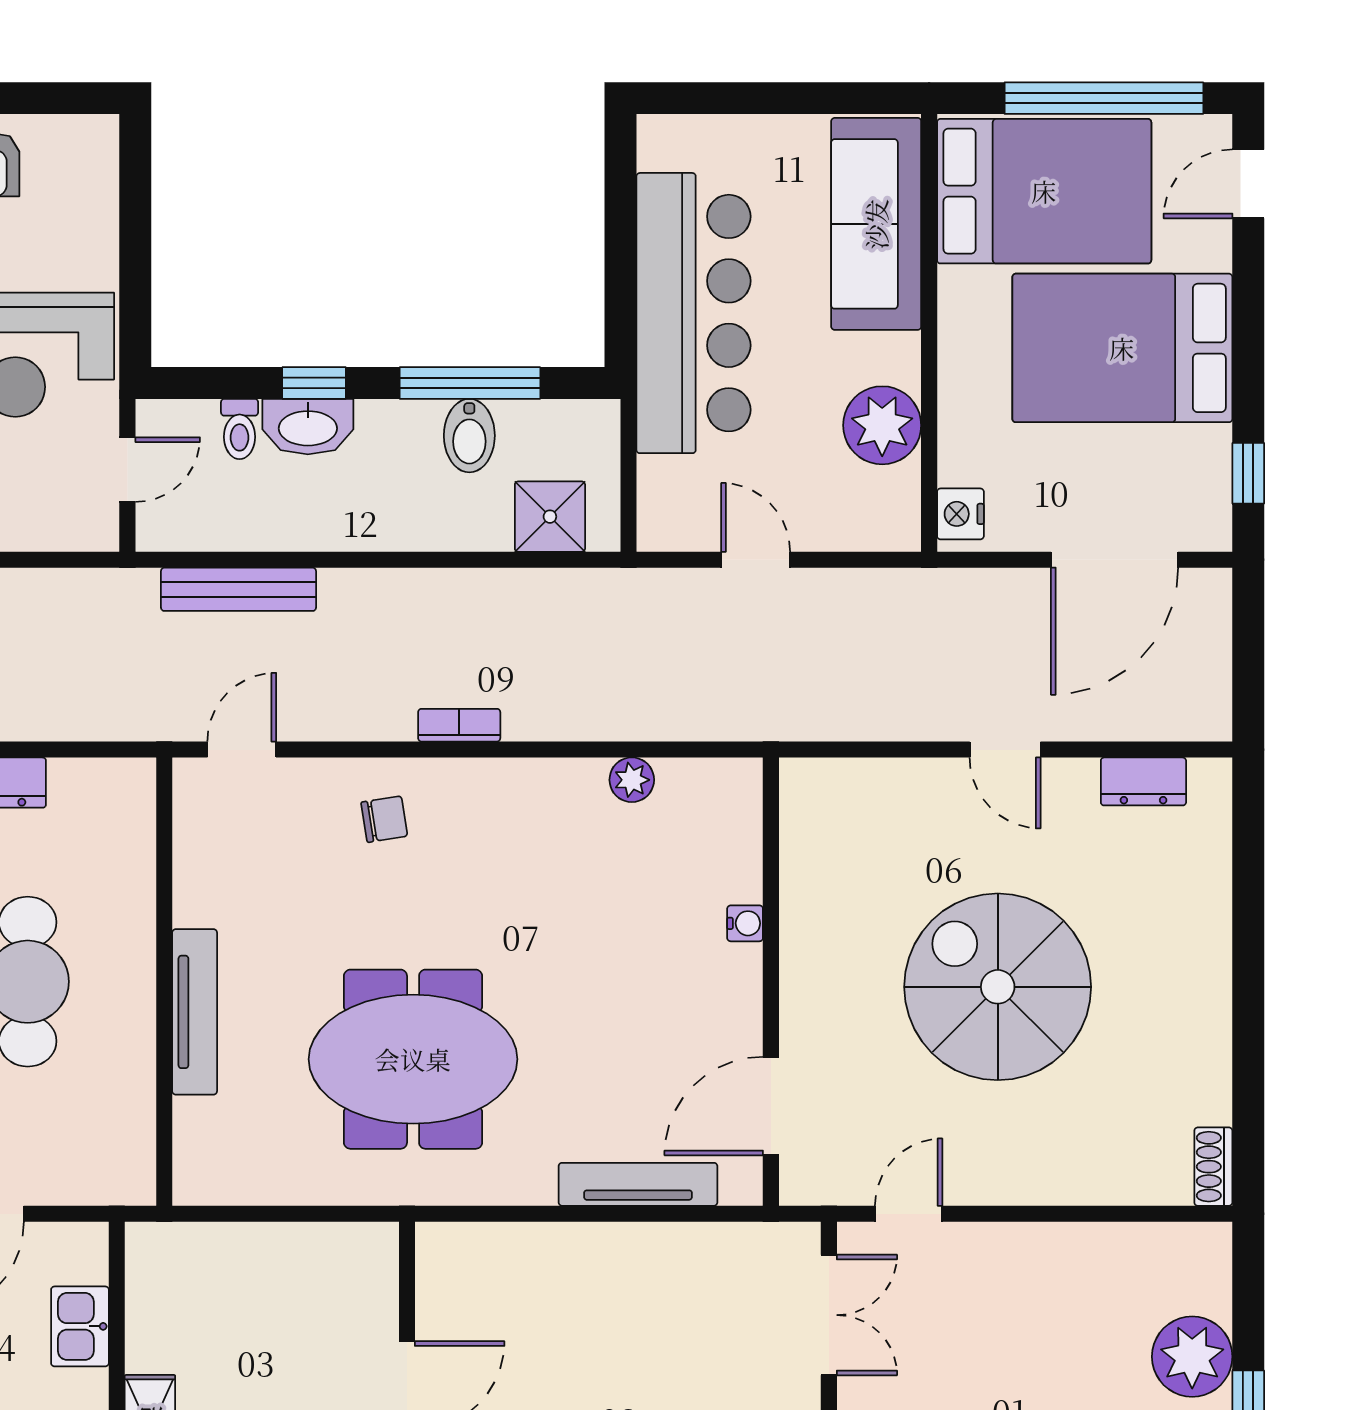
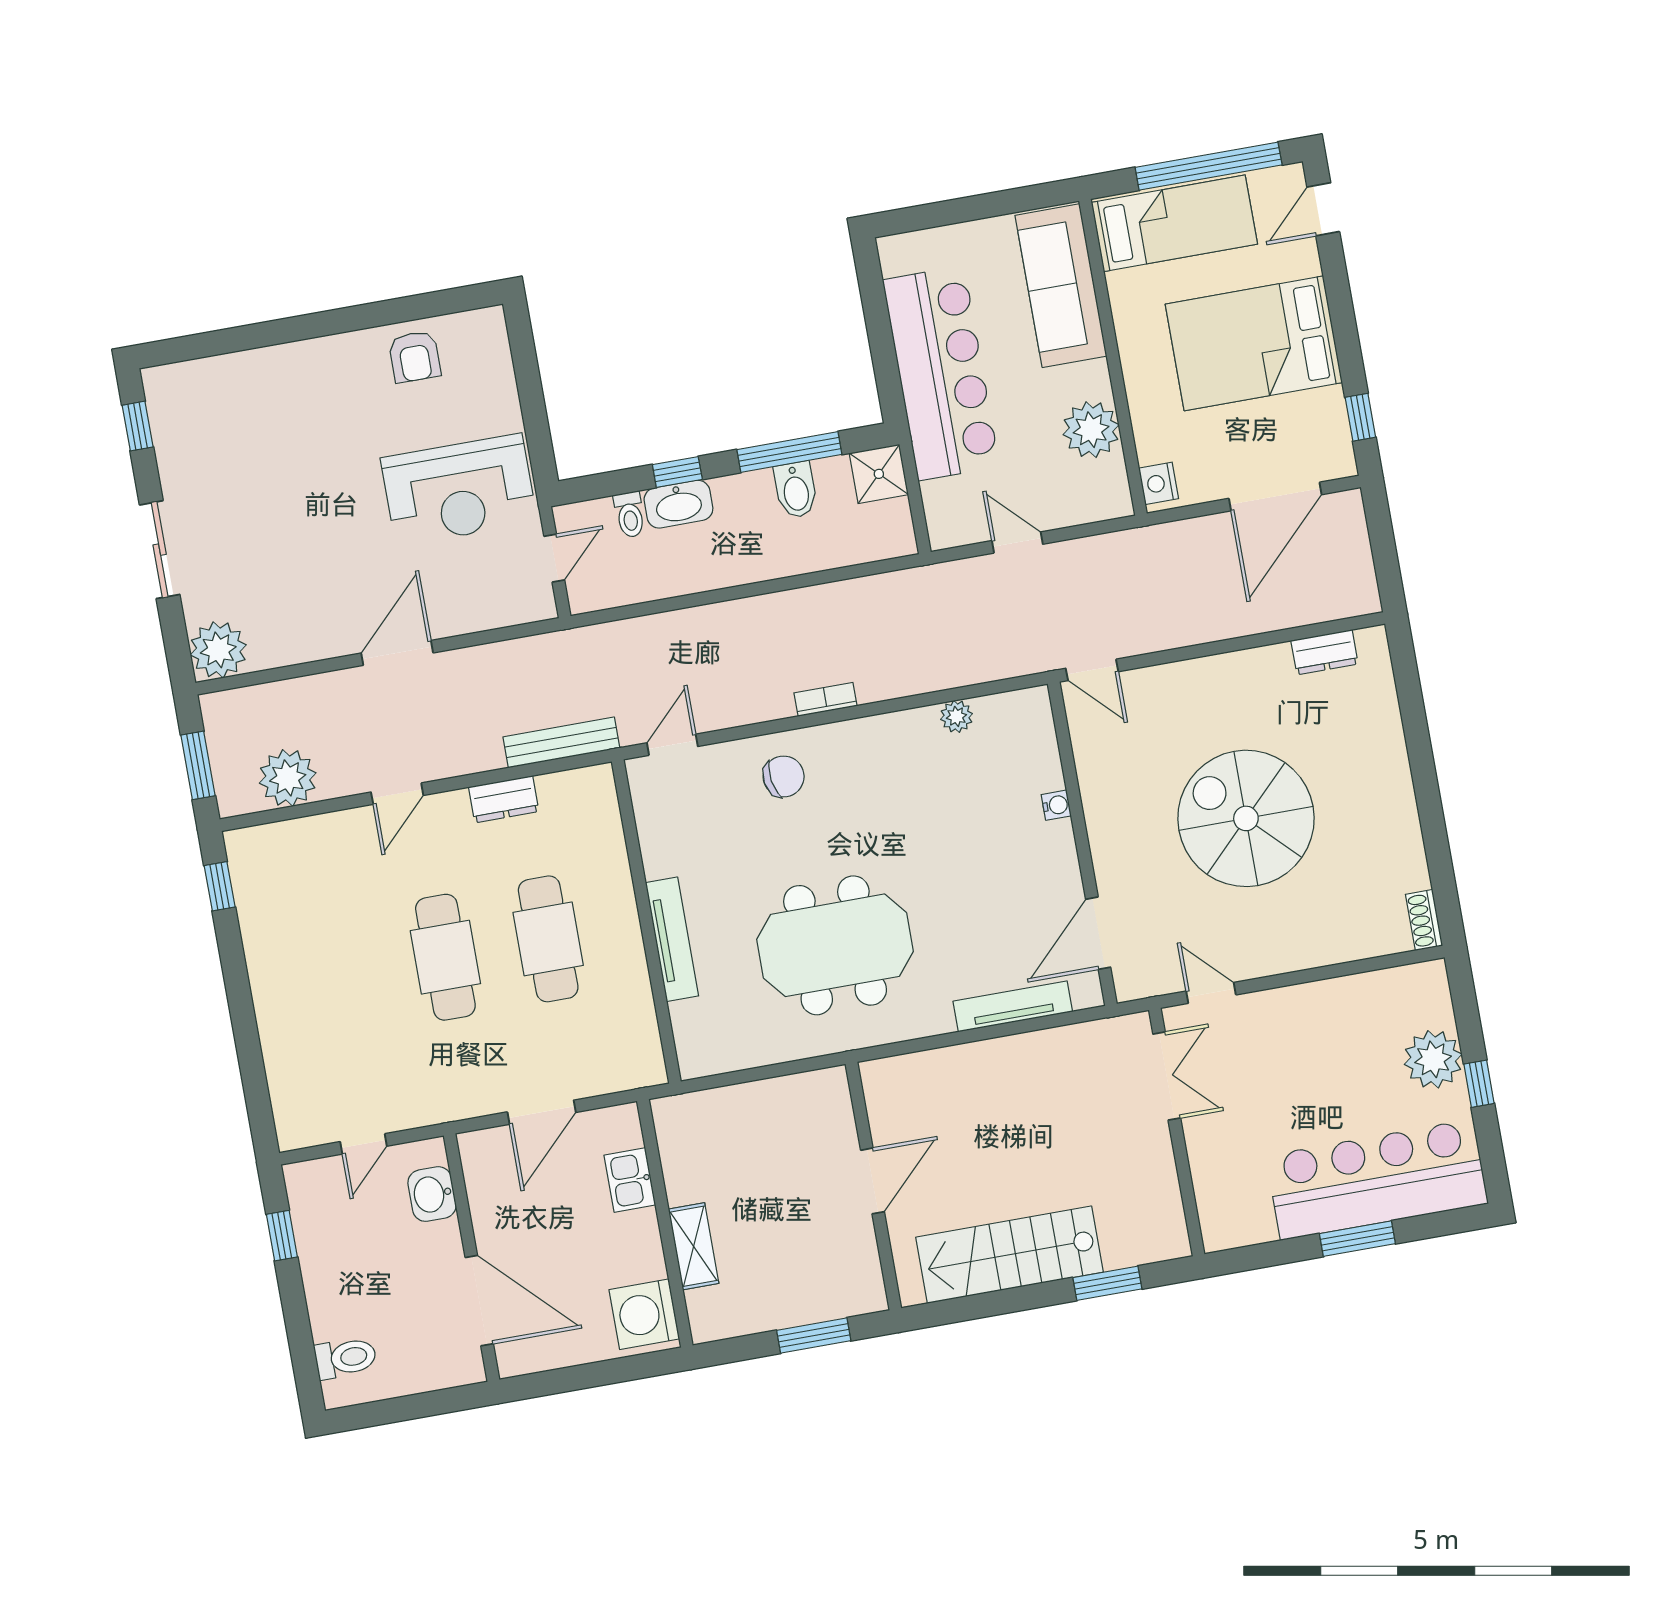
bed: (1044, 191) -> (1174, 223), width x0.67
shower: (550, 517) -> (879, 474), moved
bench: (239, 589) -> (561, 742), moved
door: (1005, 750) -> (1092, 670), moved
chair: (384, 819) -> (784, 776), width x1.37, depth x1.37
door: (909, 1214) -> (1211, 993), hinge flipped

